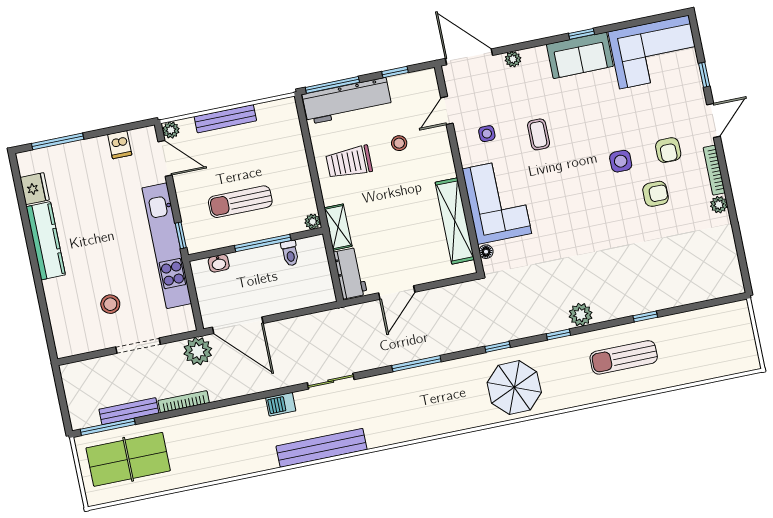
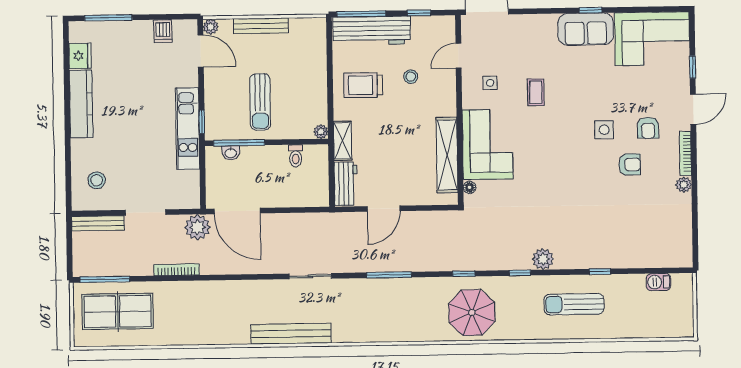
plant: (513, 59) -> (526, 21), removed
sun lounger: (240, 202) -> (260, 102), turned -90
window: (263, 243) -> (239, 143), moved
kitchen unit: (167, 246) -> (188, 129), width x0.73
stool: (110, 304) -> (97, 180), moved
barbecue: (281, 404) -> (659, 282), moved
bench: (129, 411) -> (98, 223), moved

